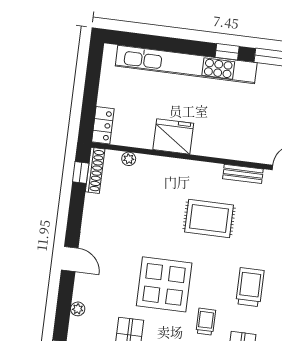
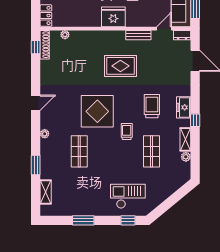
fridge: (173, 136) -> (113, 17), moved
door: (70, 259) -> (36, 103), hinge flipped

